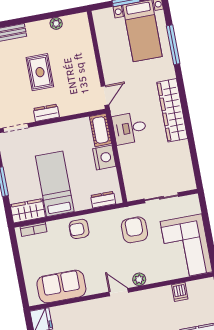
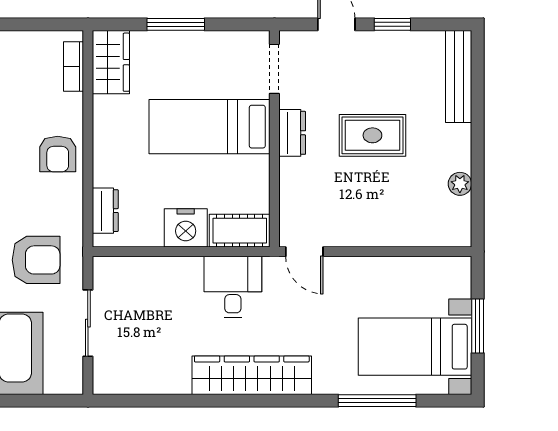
bed: (55, 184) -> (210, 127), moved, turned 180
armchair: (79, 229) -> (58, 154), turned 180

